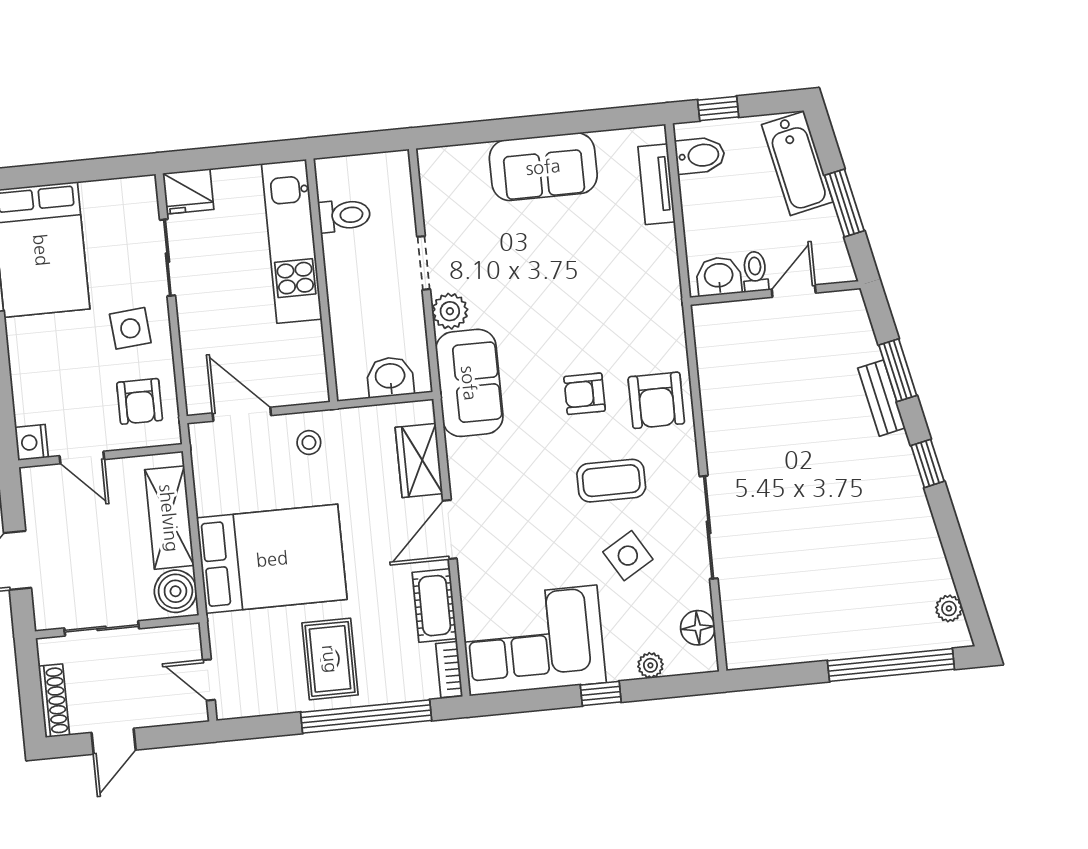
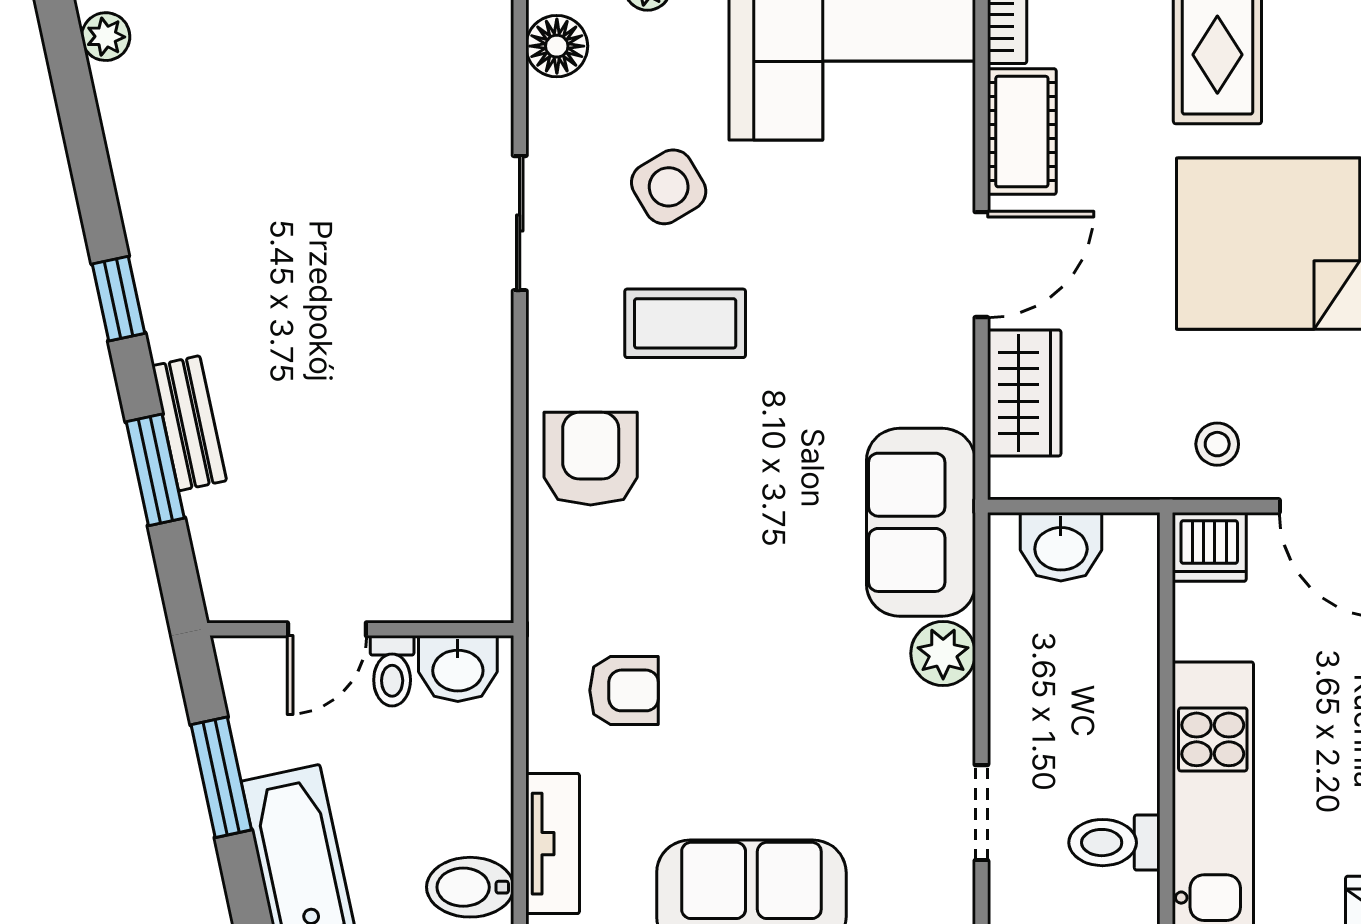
doorway: (424, 263) -> (981, 813), moved
dishwasher: (308, 385) -> (1209, 547), added
armchair: (585, 394) -> (624, 690), moved
sliding door: (709, 527) -> (520, 223), width x0.73

